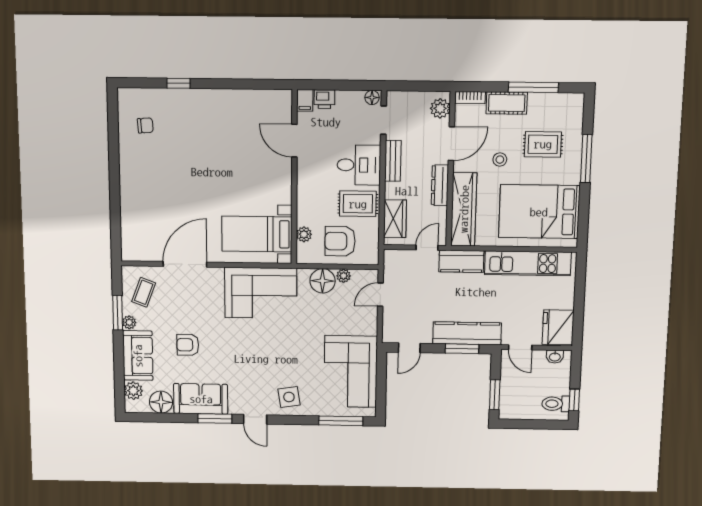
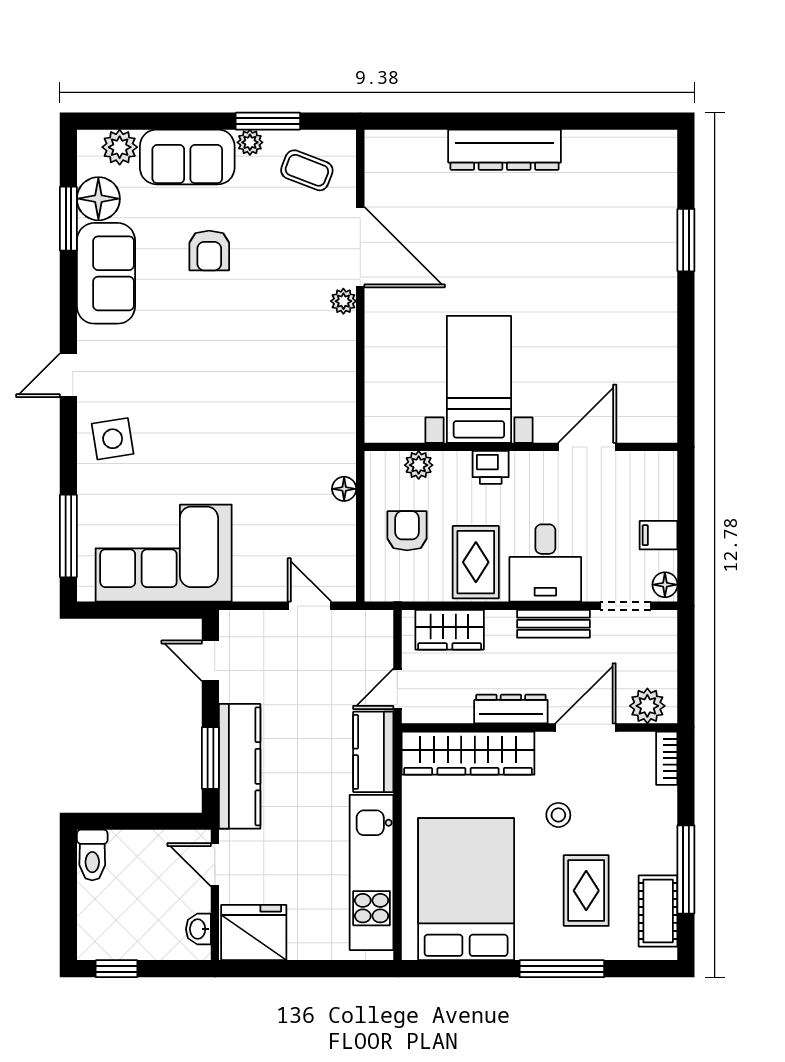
window: (179, 83) -> (686, 240), width x1.50
printer: (324, 99) -> (491, 467), moved, turned -90
filing cabinet: (305, 100) -> (659, 535), moved
cot: (507, 103) -> (658, 911), moved
chair: (145, 125) -> (611, 179), removed
door: (451, 144) -> (586, 728), swing flipped
dresser: (130, 185) -> (505, 150), added
bed with nightstands: (257, 234) -> (479, 379), moved
armchair: (340, 241) -> (407, 531), width x0.72, depth x0.72
door: (427, 248) -> (397, 689), swing flipped
plant: (344, 276) -> (343, 301), moved
floor lamp: (323, 281) -> (344, 489), width x0.53, depth x0.53
corner sofa: (261, 293) -> (309, 386), removed
armchair: (188, 345) -> (209, 251), turned 180
door: (520, 347) -> (215, 865), hinge flipped
window: (495, 395) -> (124, 821), removed
toilet: (556, 404) -> (92, 855), moved, turned 180
window: (215, 419) -> (68, 219), moved

